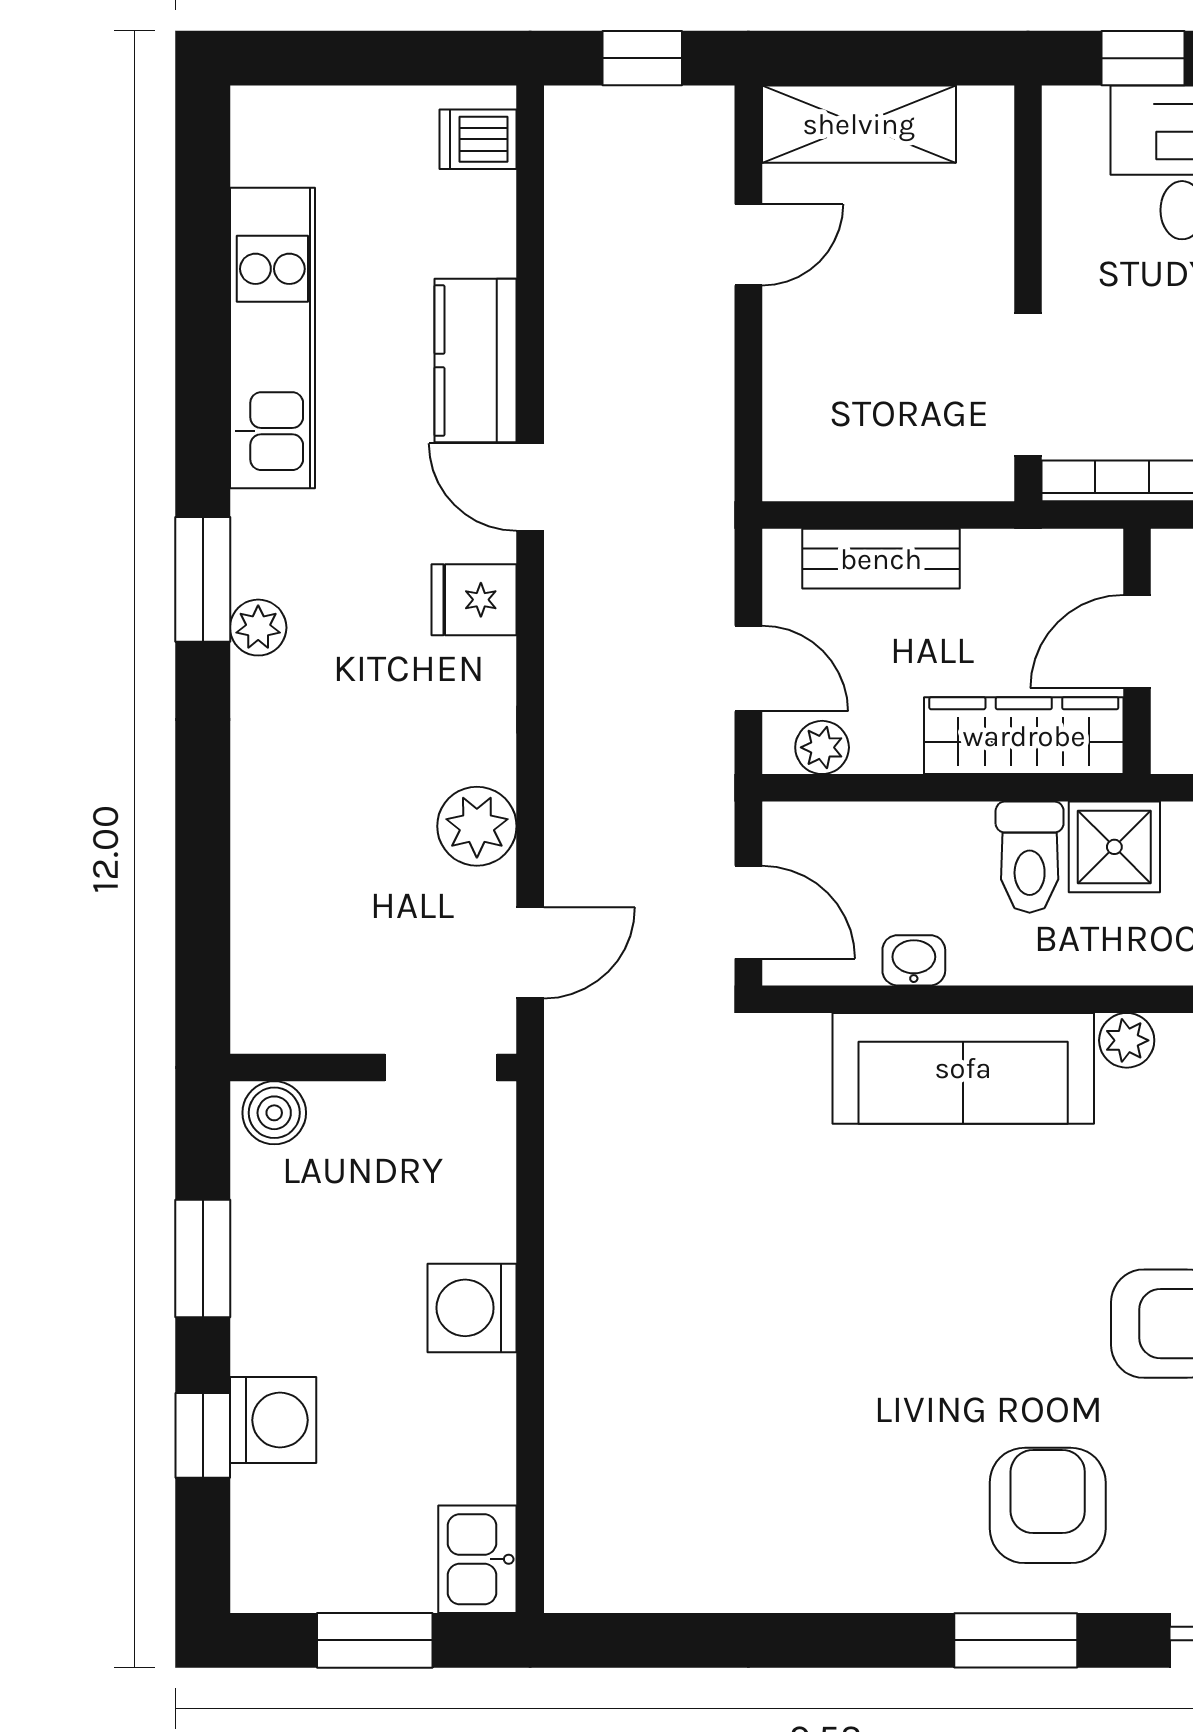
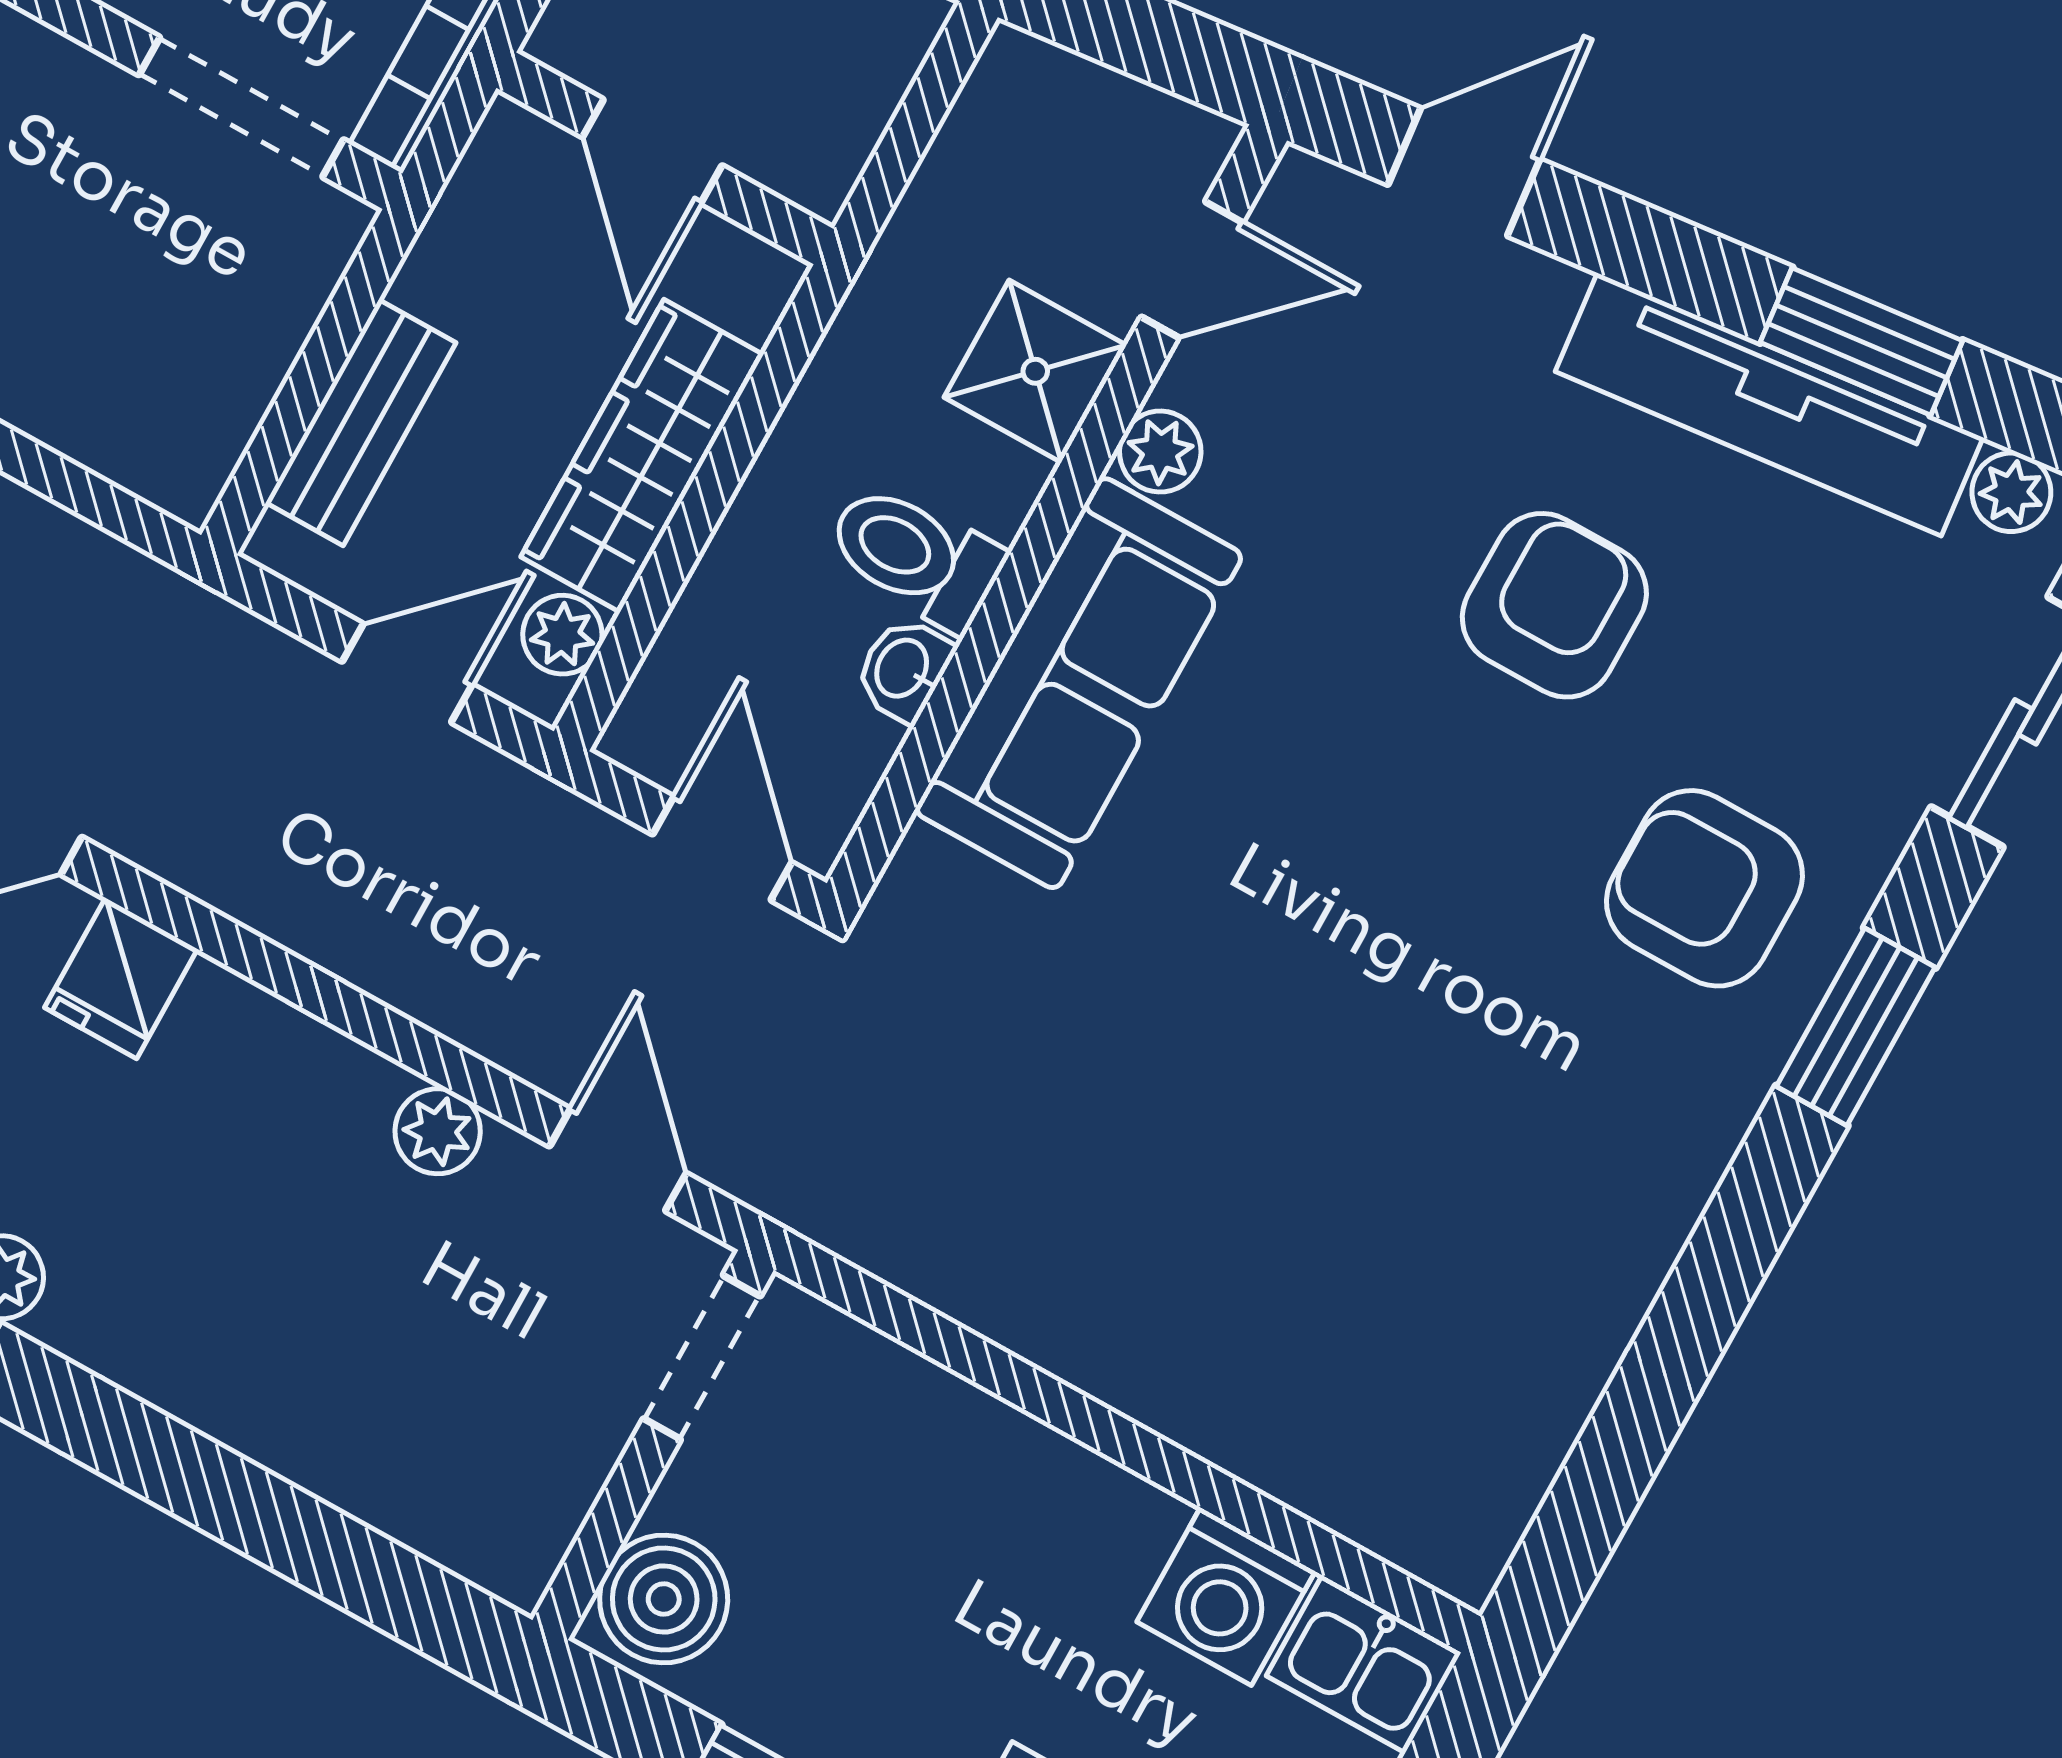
wardrobe: (1024, 736) -> (642, 456), moved
plant: (477, 826) -> (438, 1131), width x0.73, depth x0.73
shower: (1114, 847) -> (1035, 371), moved
toilet: (1030, 857) -> (915, 556), moved, turned 180
door: (748, 912) -> (722, 848), hinge flipped
boiler: (274, 1113) -> (664, 1599), width x1.36, depth x1.36
washing machine: (472, 1308) -> (1226, 1596), moved

